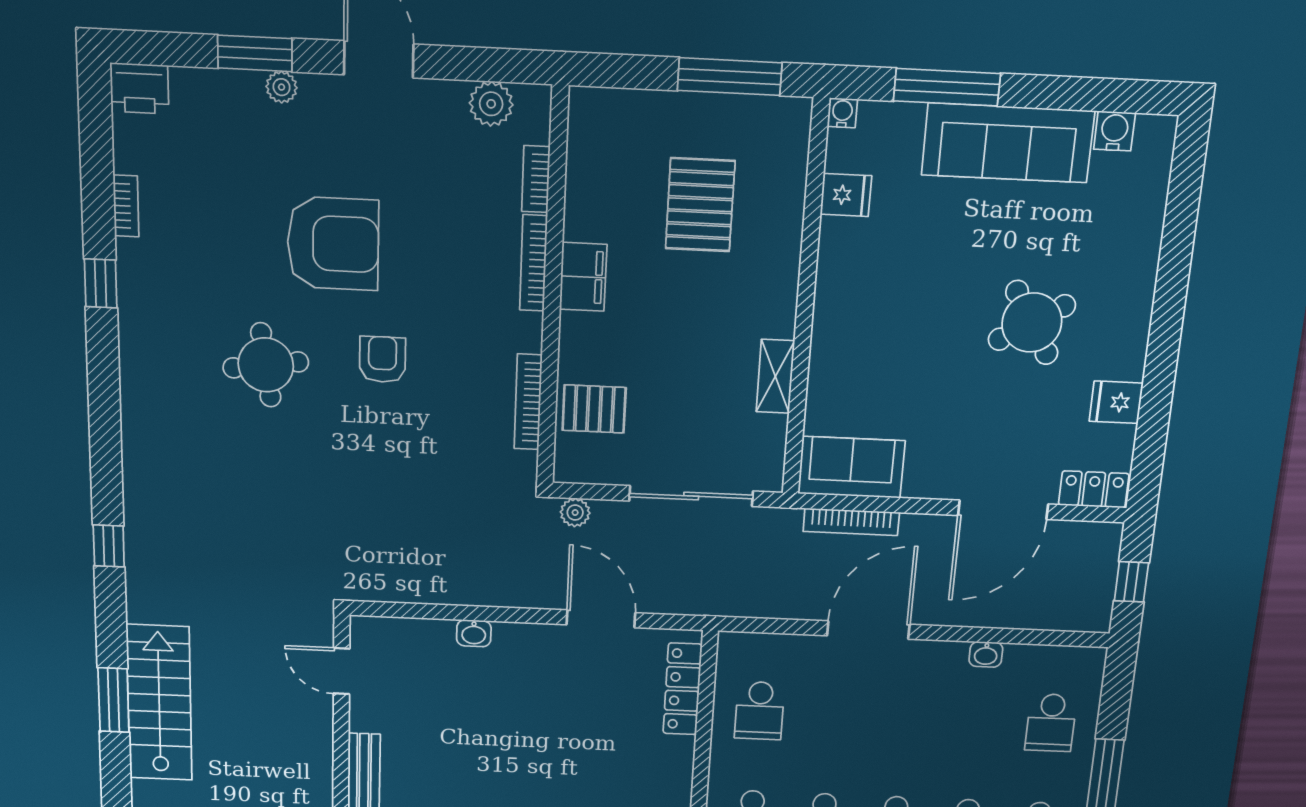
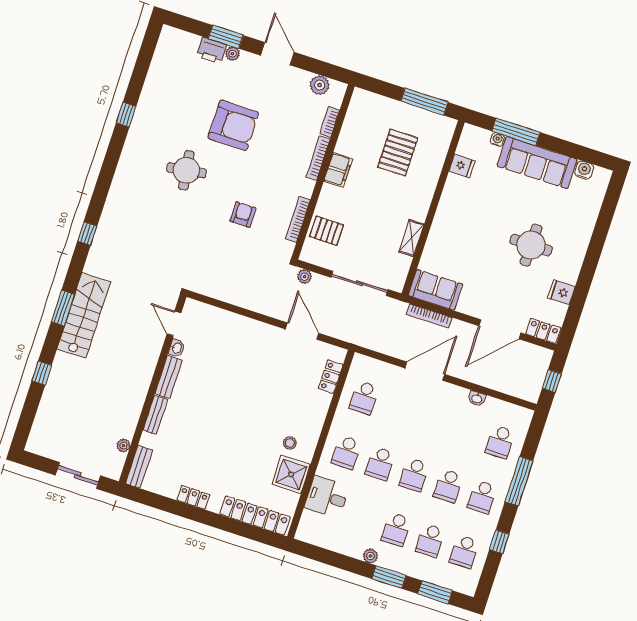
printer: (139, 88) -> (211, 51), moved
water cooler: (842, 113) -> (497, 140), moved
bookcase: (126, 206) -> (149, 85), removed
round table: (1032, 323) -> (531, 245), turned 31
armchair: (382, 359) -> (243, 215), moved
washbasin: (474, 633) -> (177, 348), moved, turned -90
locker: (682, 689) -> (331, 377), width x0.66

